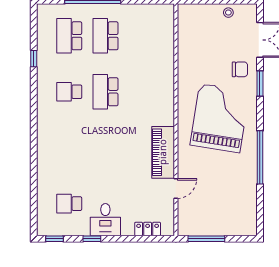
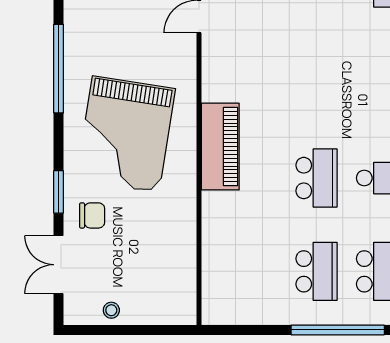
chair: (240, 69) -> (92, 215), turned 180
piano: (163, 152) -> (220, 147), moved

